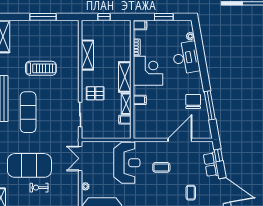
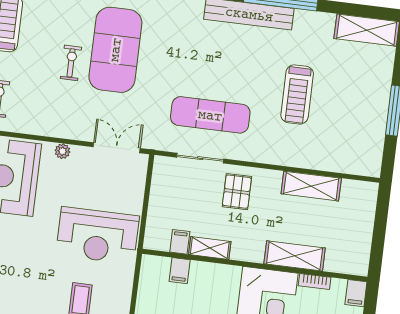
window: (104, 17) -> (380, 226), removed
shelving: (125, 77) -> (295, 256), moved
filing cabinet: (140, 100) -> (180, 271), moved
exercise mat: (28, 112) -> (210, 115), moved

